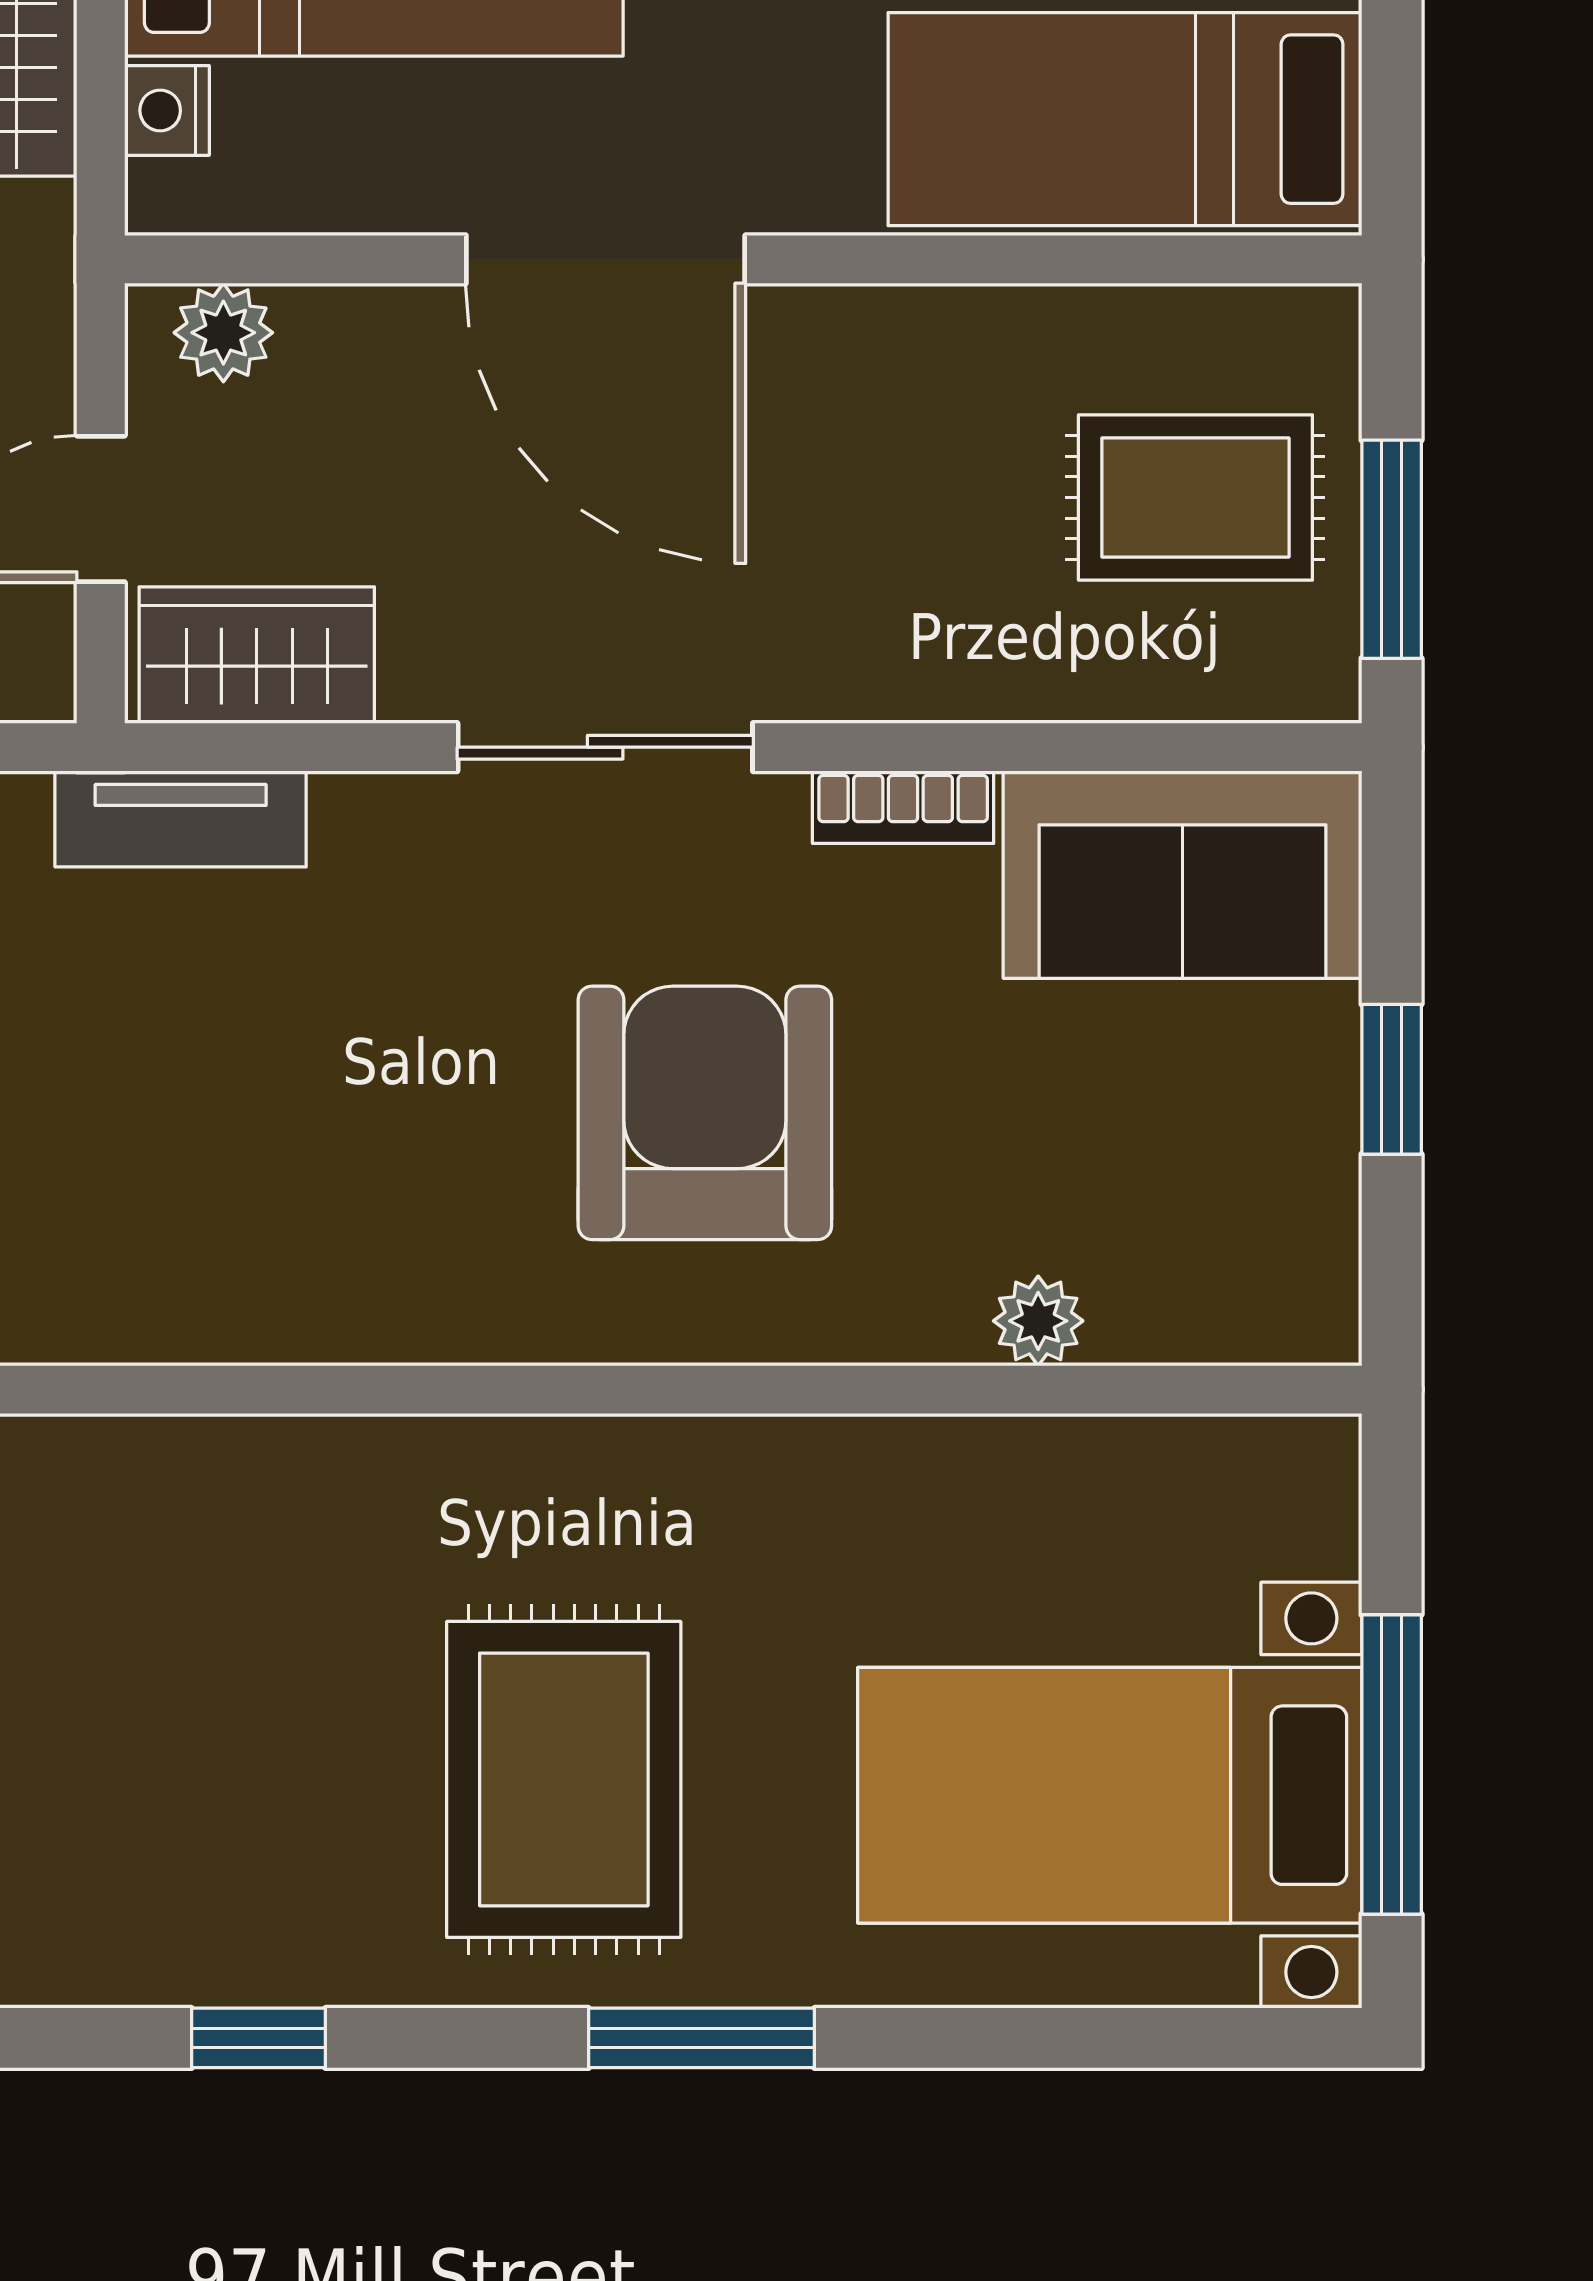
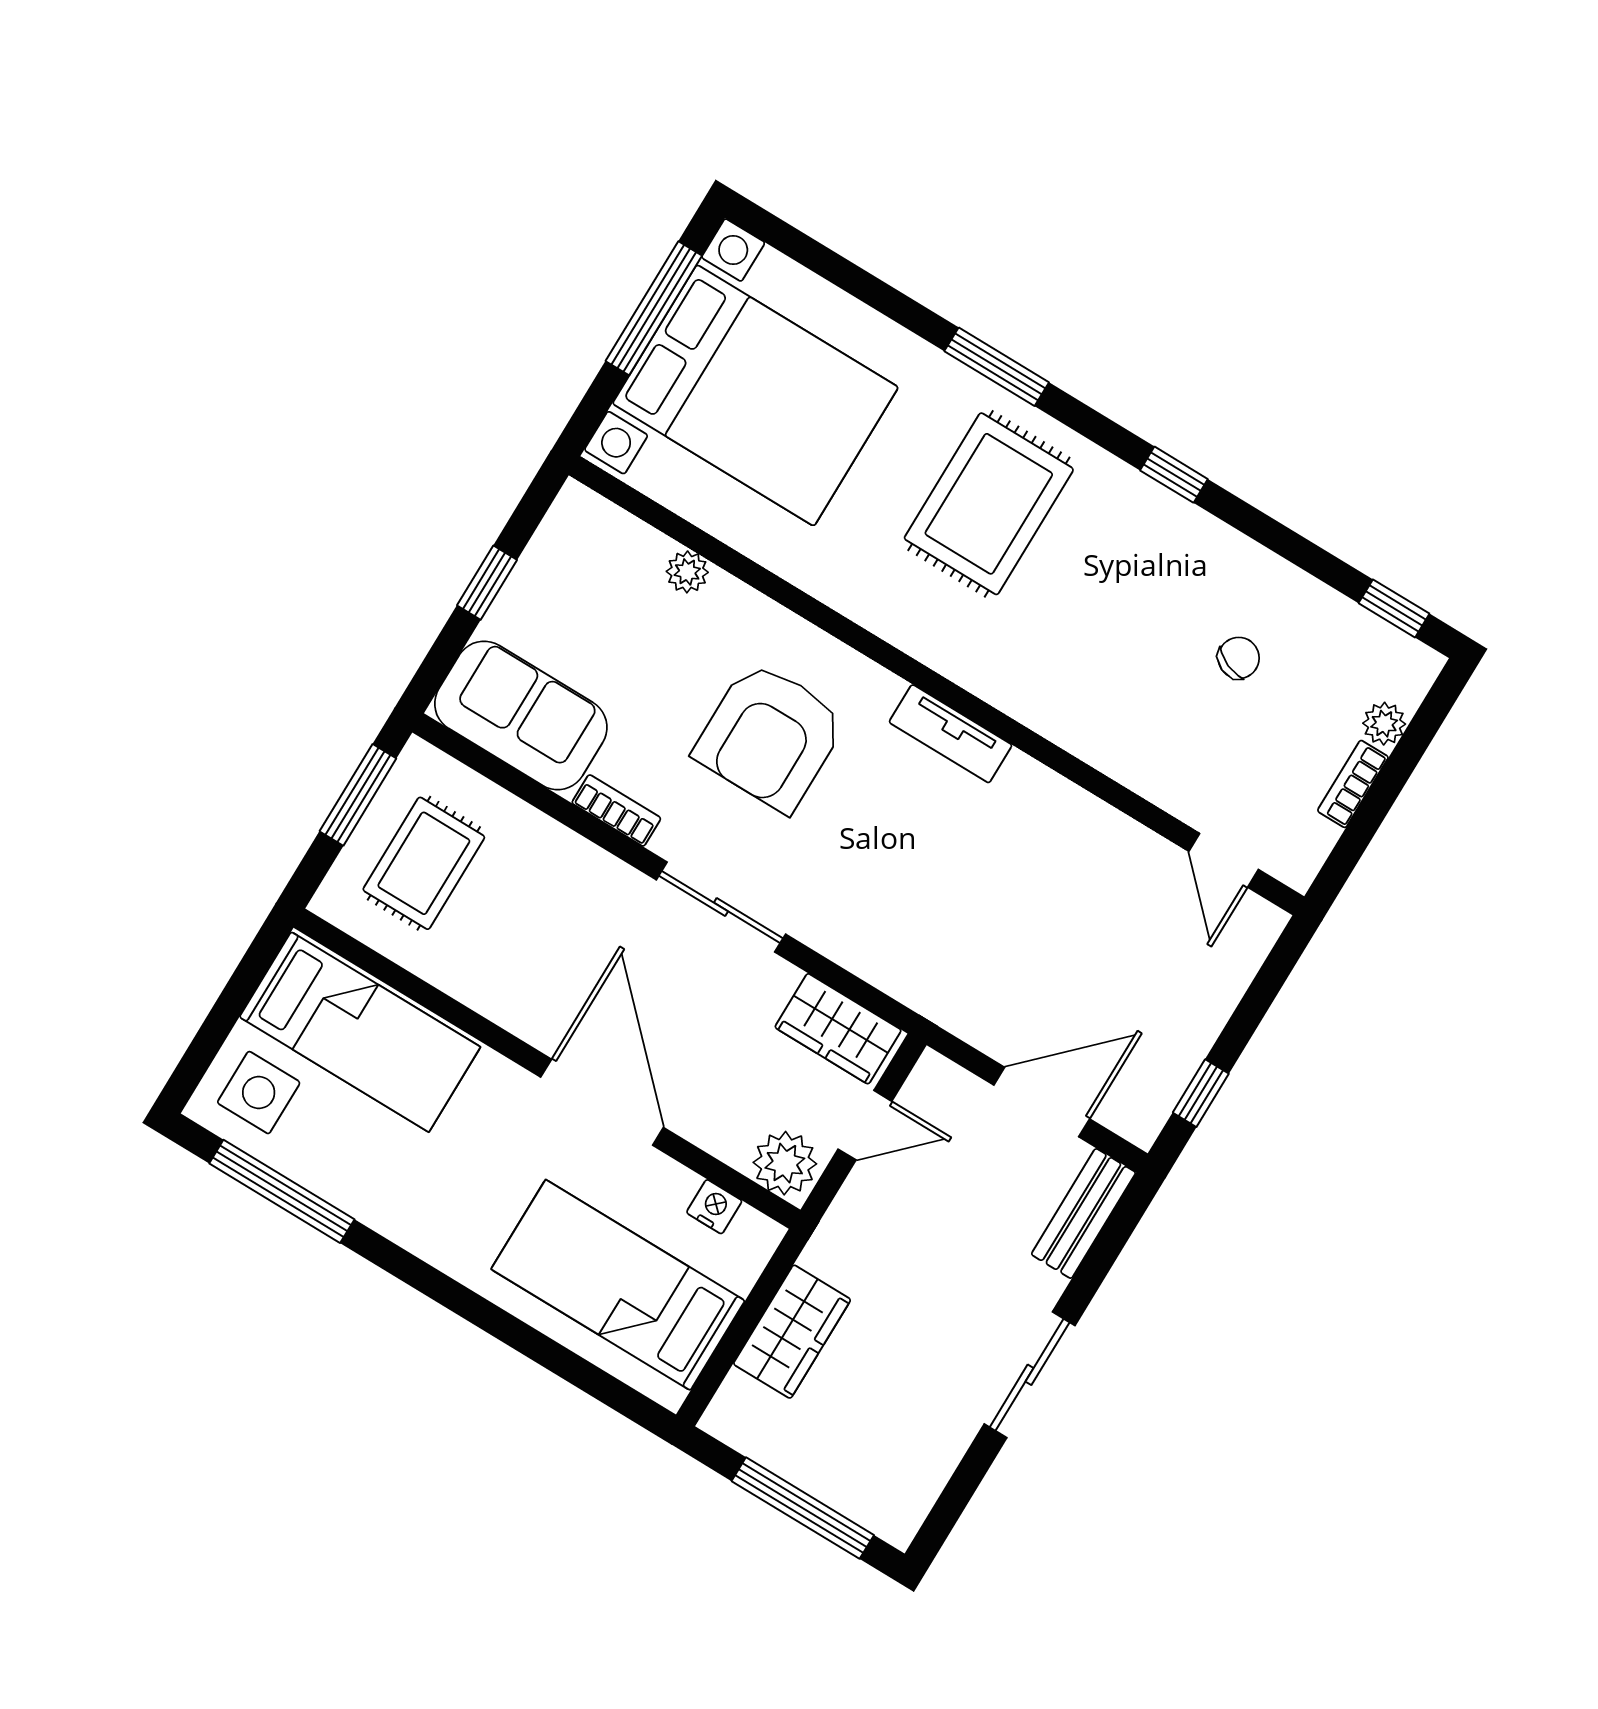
nightstand: (167, 110) -> (714, 1207), moved, turned -90
plant: (223, 333) -> (785, 1163), width x1.38, depth x1.38
rug: (1195, 497) -> (424, 863), turned 90
tv unit: (181, 819) -> (951, 734), moved, turned 180
bed with nightstands: (1110, 1795) -> (755, 395), width x1.36

